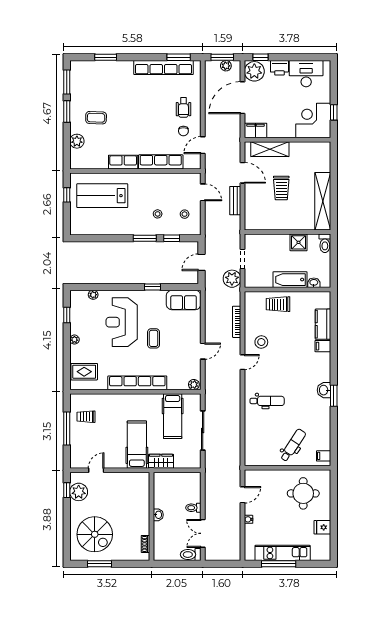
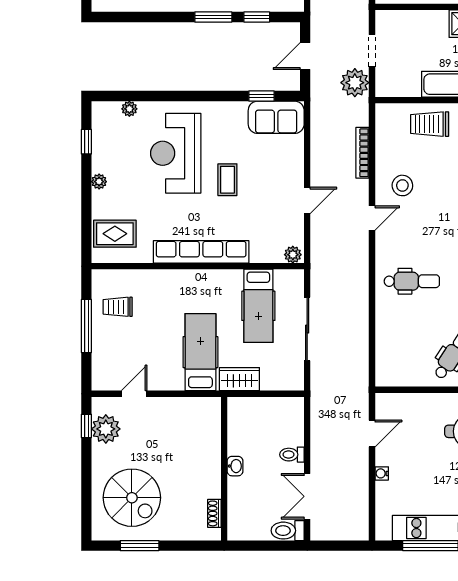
window: (153, 287) -> (261, 96), moved

